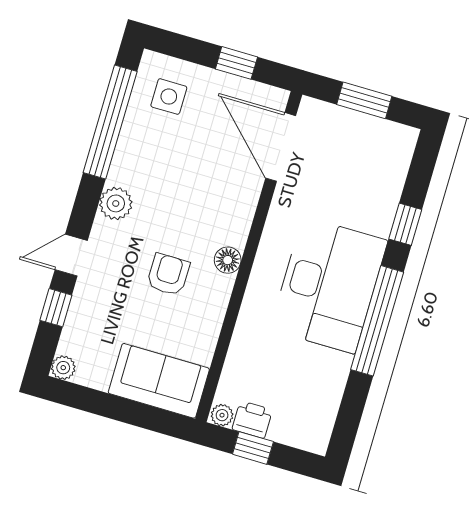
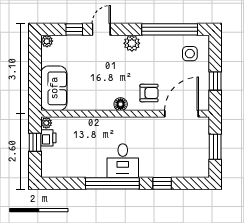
door: (71, 255) -> (101, 29), hinge flipped
armchair: (168, 274) -> (149, 93), moved
desk: (329, 285) -> (123, 161), width x0.53, depth x0.77

